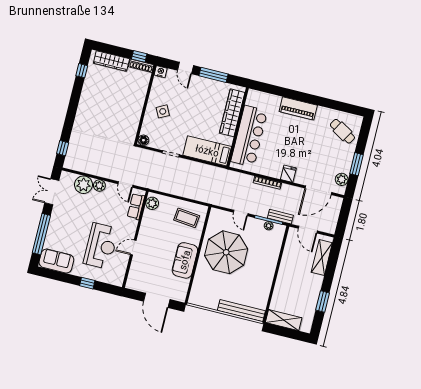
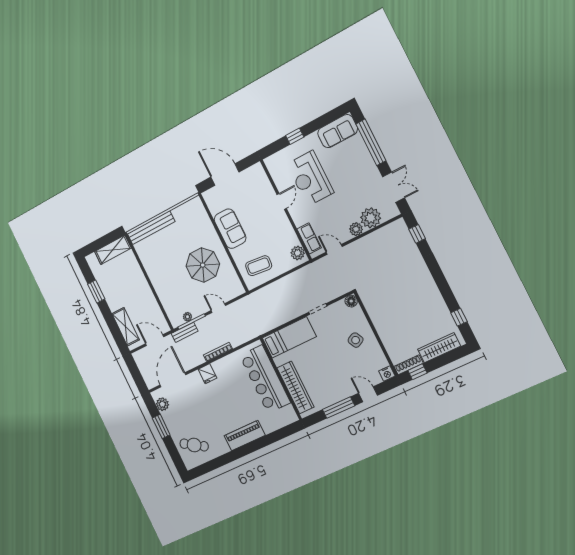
parasol: (226, 252) -> (203, 265), width x0.73, depth x0.73

